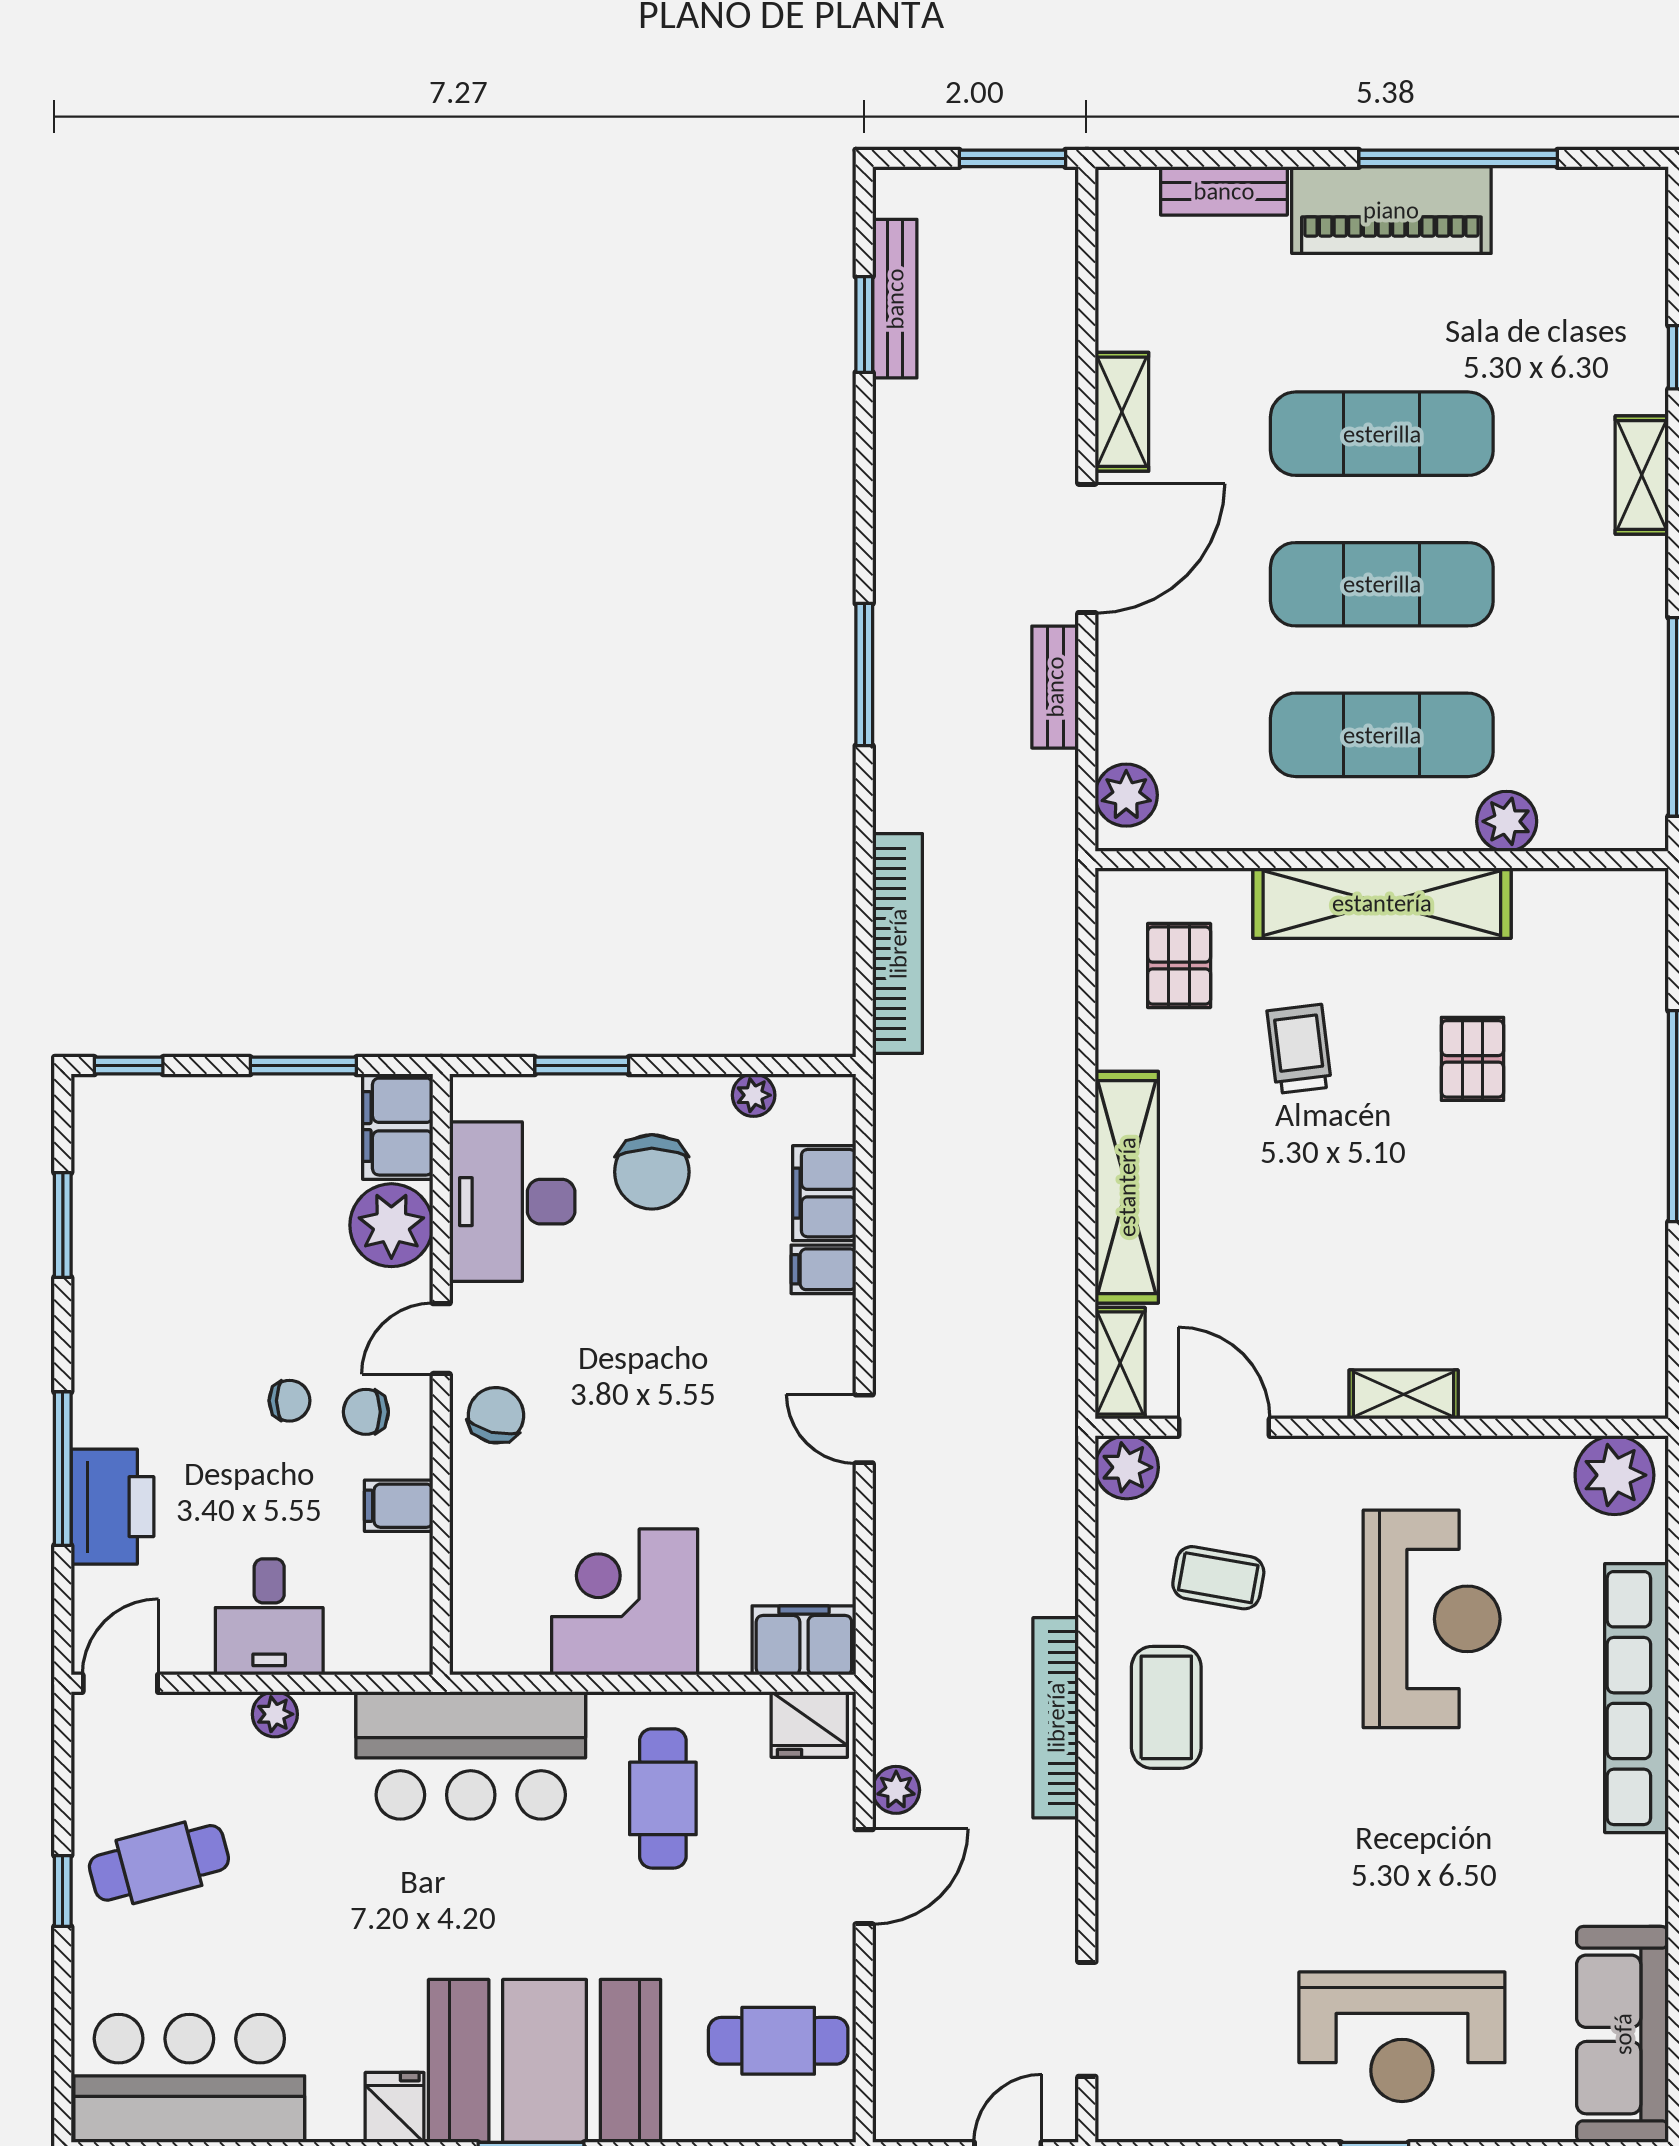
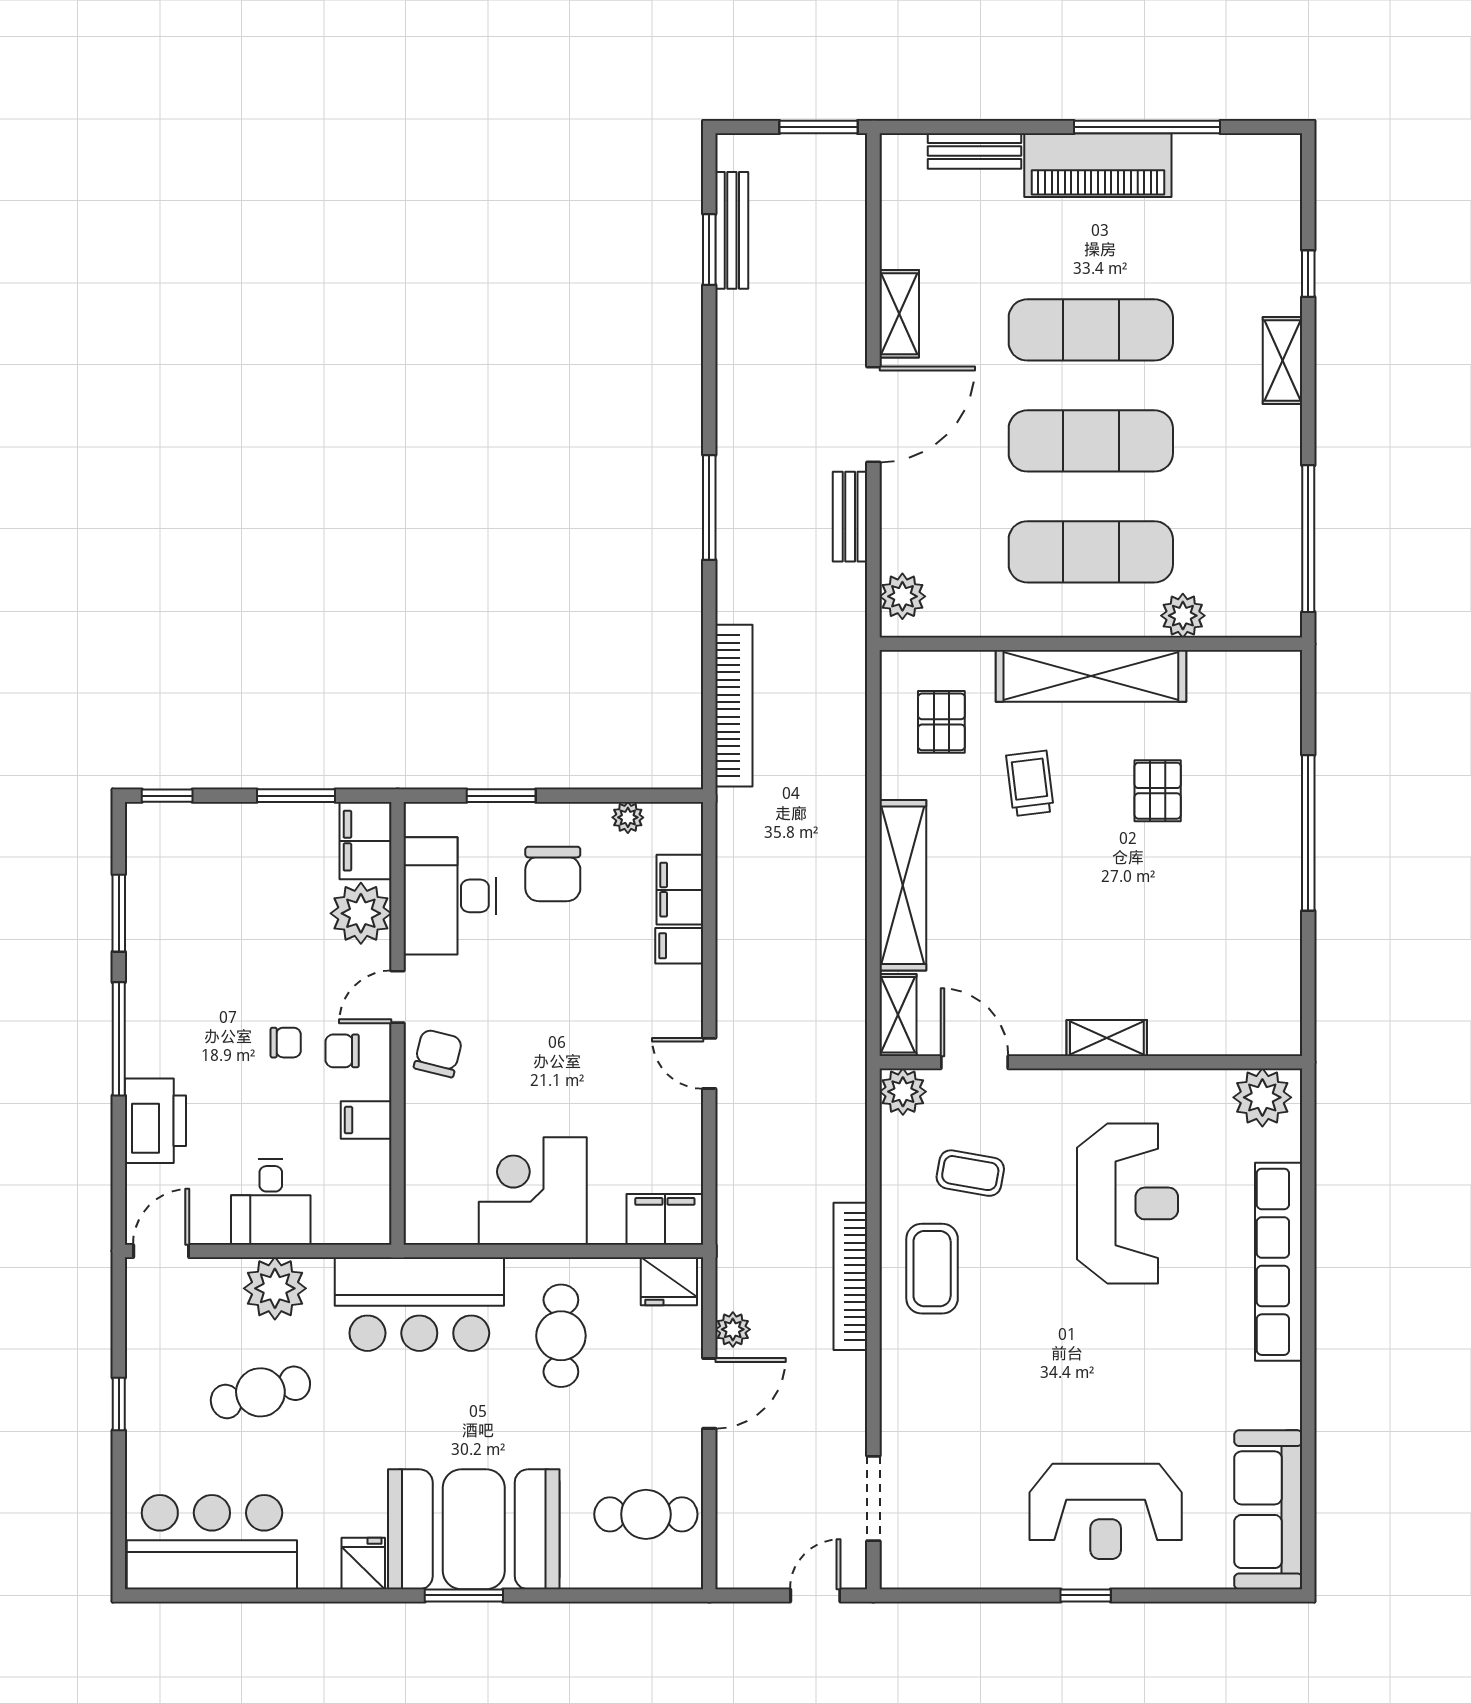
window: (63, 1469) -> (119, 1039), moved
plant: (275, 1714) -> (275, 1288), width x1.88, depth x1.88
cafe table: (159, 1863) -> (260, 1392), moved

